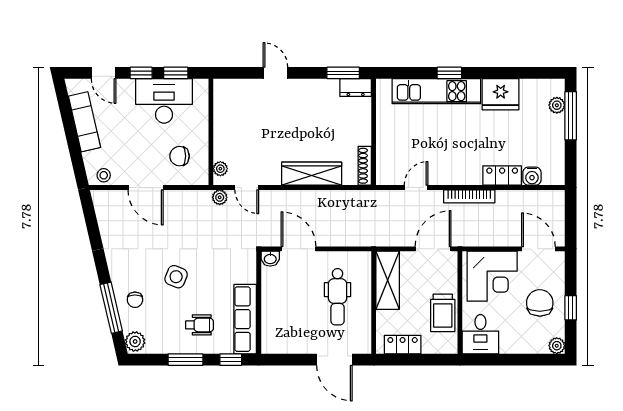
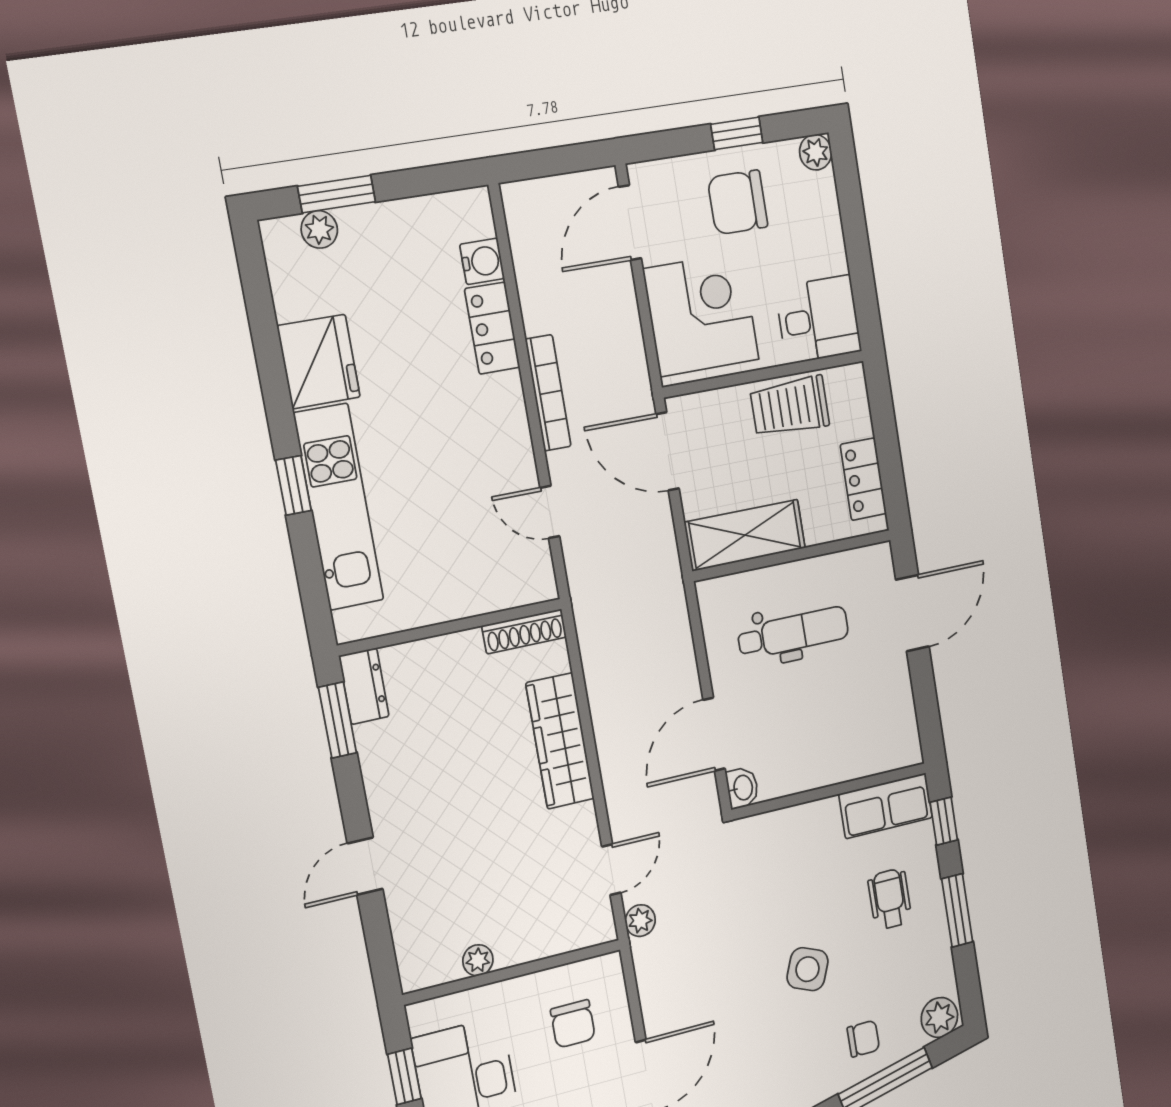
window: (571, 116) -> (337, 194), width x0.69
plant: (220, 169) -> (478, 960), moved
trolley: (443, 313) -> (790, 407), turned 180
row of seats: (245, 319) -> (886, 806), width x0.68

